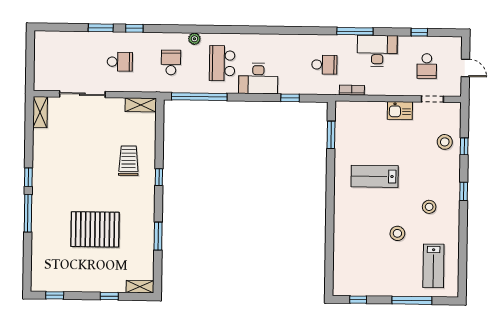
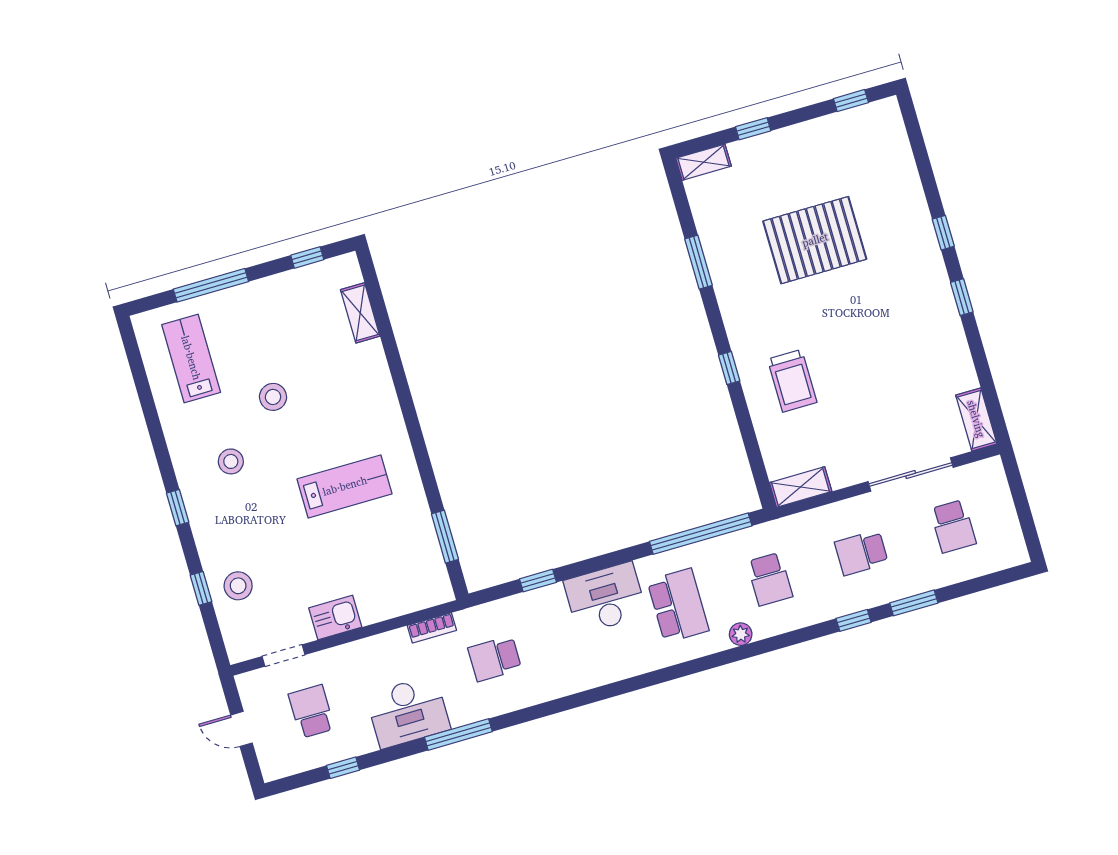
school desk: (69, 61) -> (953, 526), added
window: (28, 213) -> (943, 233), width x0.46
shelving: (340, 263) -> (360, 313), added

